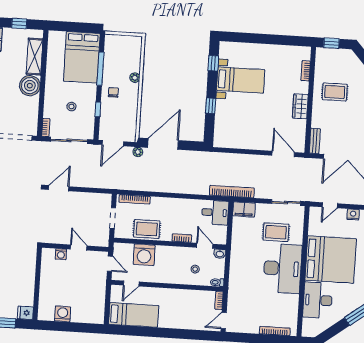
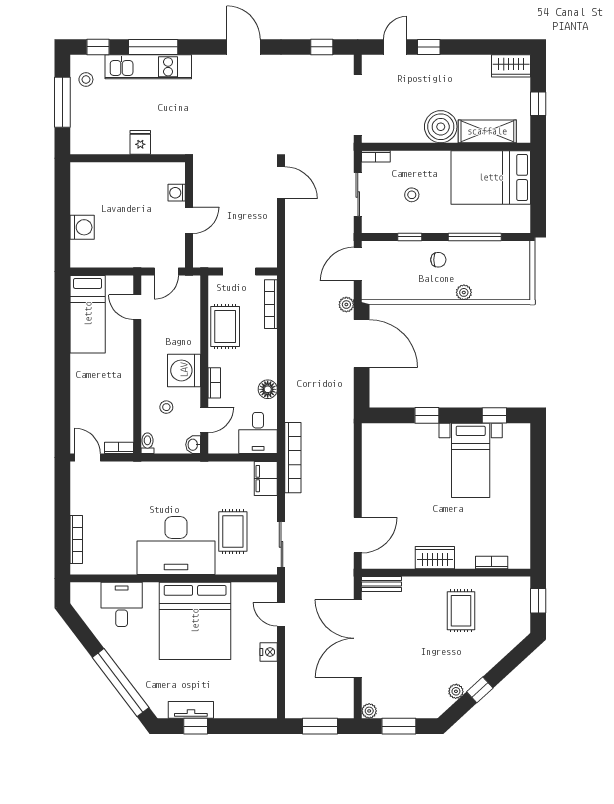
bed: (82, 57) -> (491, 177), moved
sliding door: (69, 140) -> (358, 194), width x0.73
door: (113, 143) -> (358, 264), hinge flipped
floor lamp: (188, 205) -> (268, 389), added
washing machine: (144, 255) -> (184, 370), moved
desk: (318, 300) -> (122, 604), width x0.73
fridge: (25, 313) -> (140, 142), moved
washing machine: (63, 314) -> (82, 227), moved

